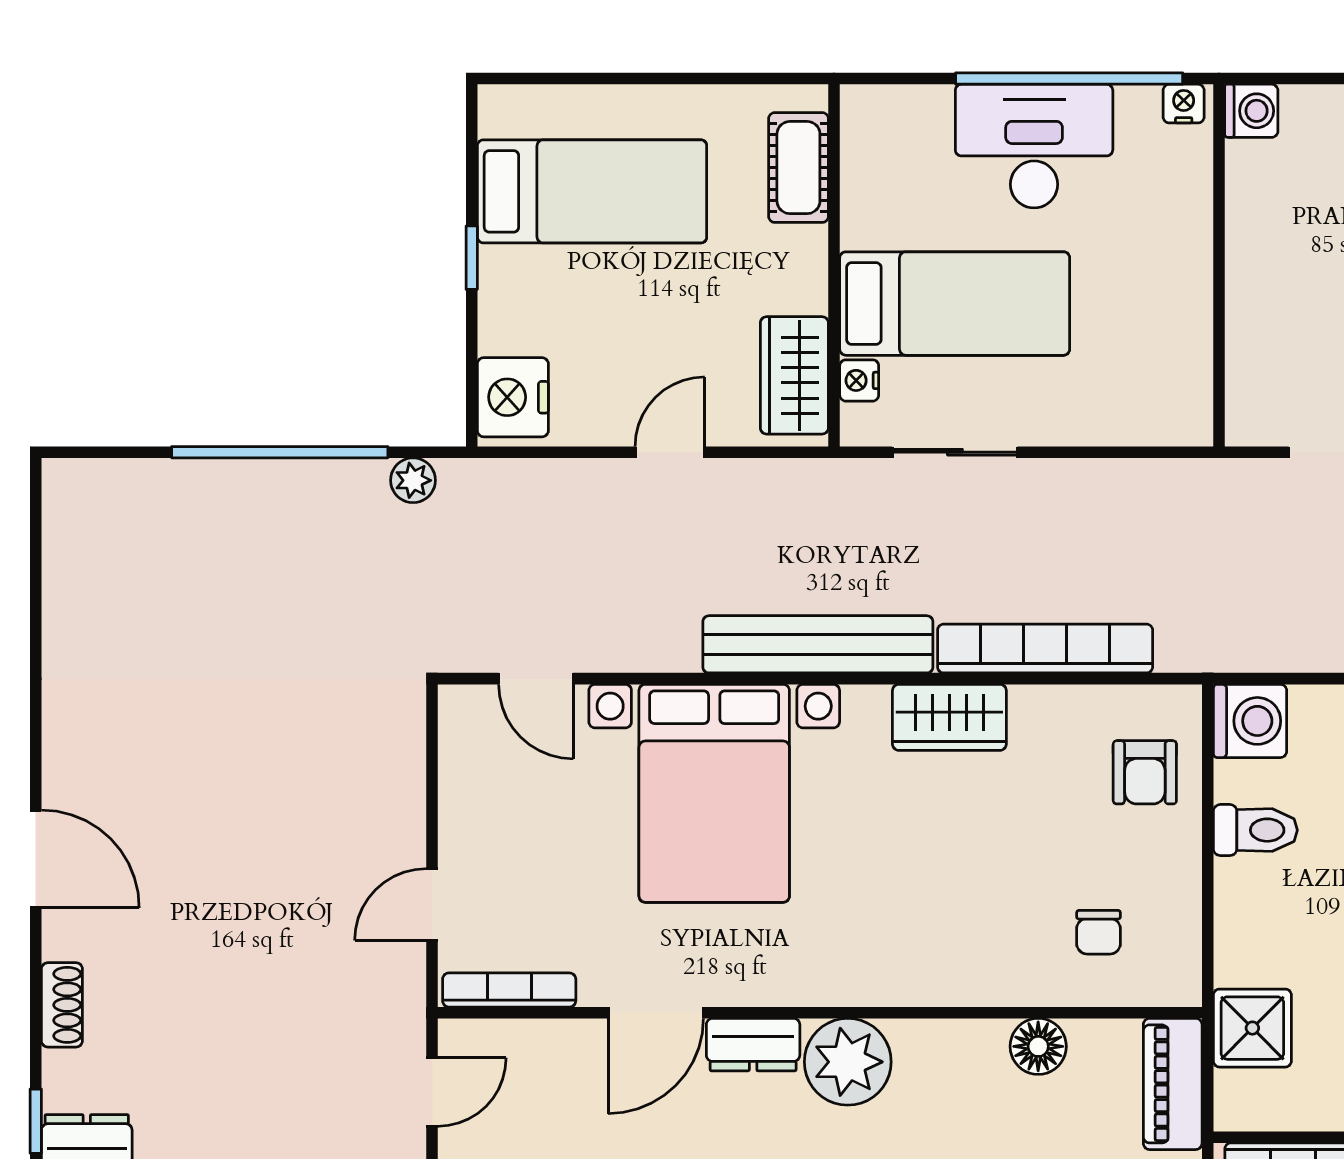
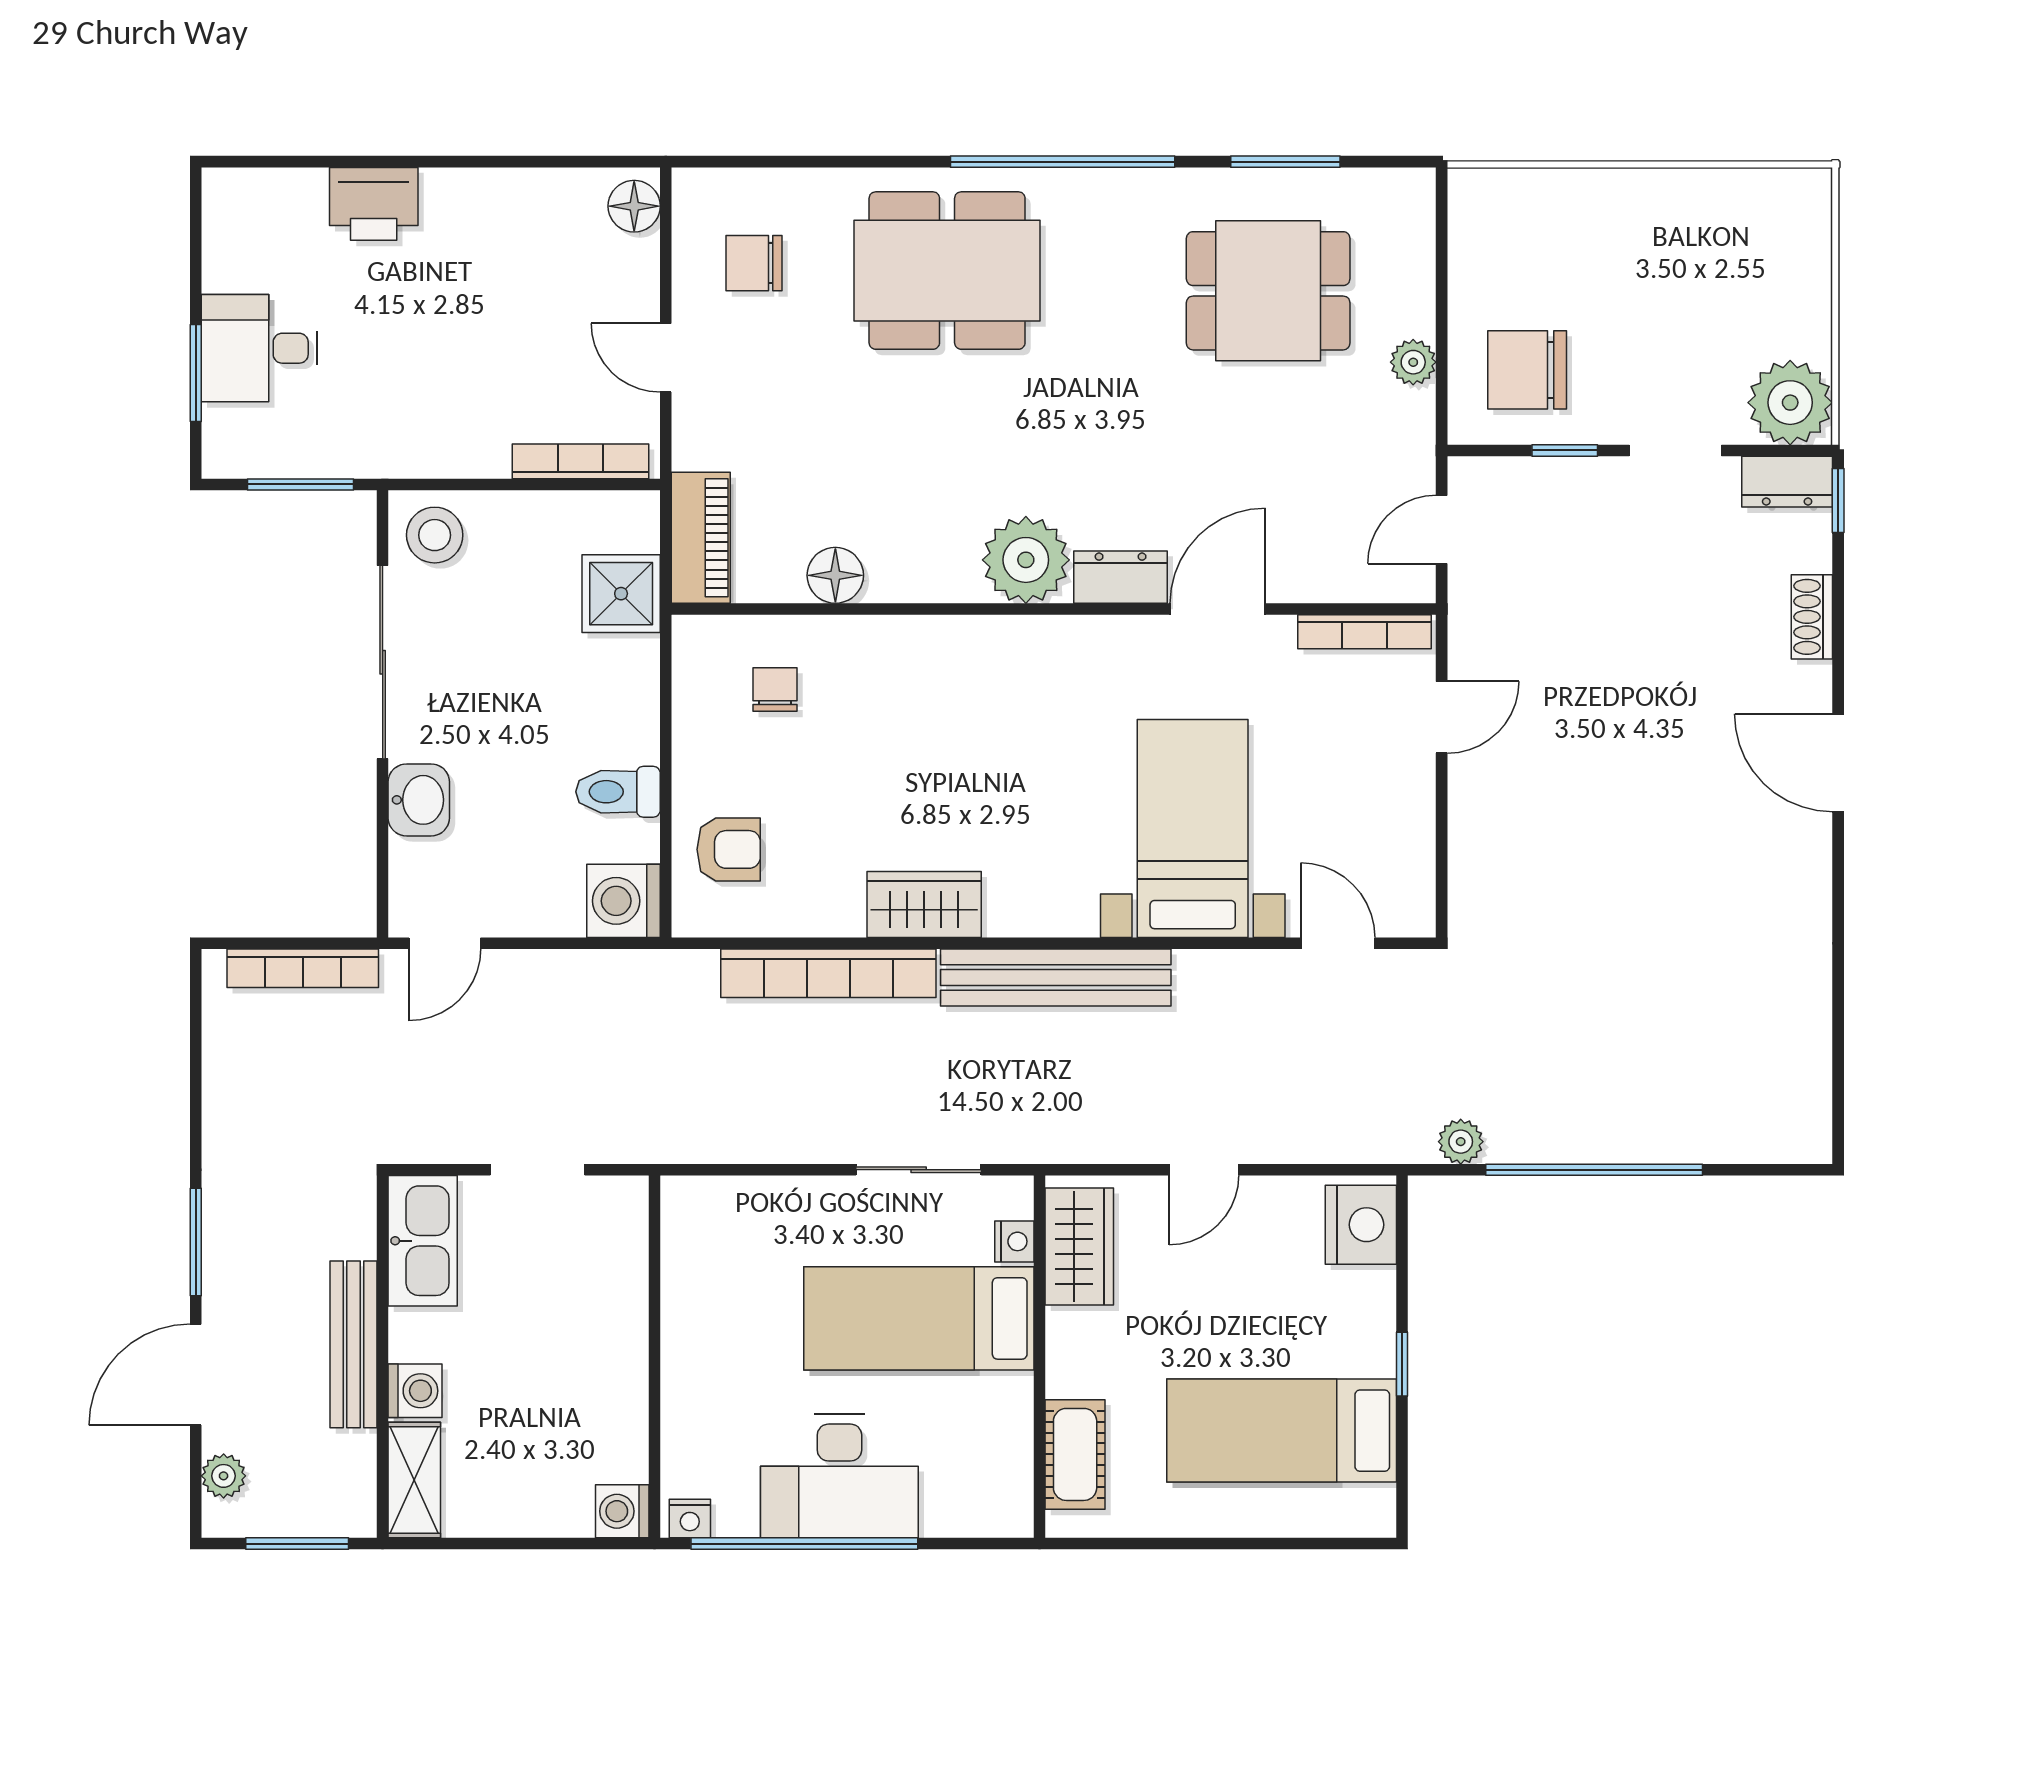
armchair: (1145, 772) -> (729, 849), turned 90
bed with nightstands: (714, 793) -> (1193, 828), width x0.73

